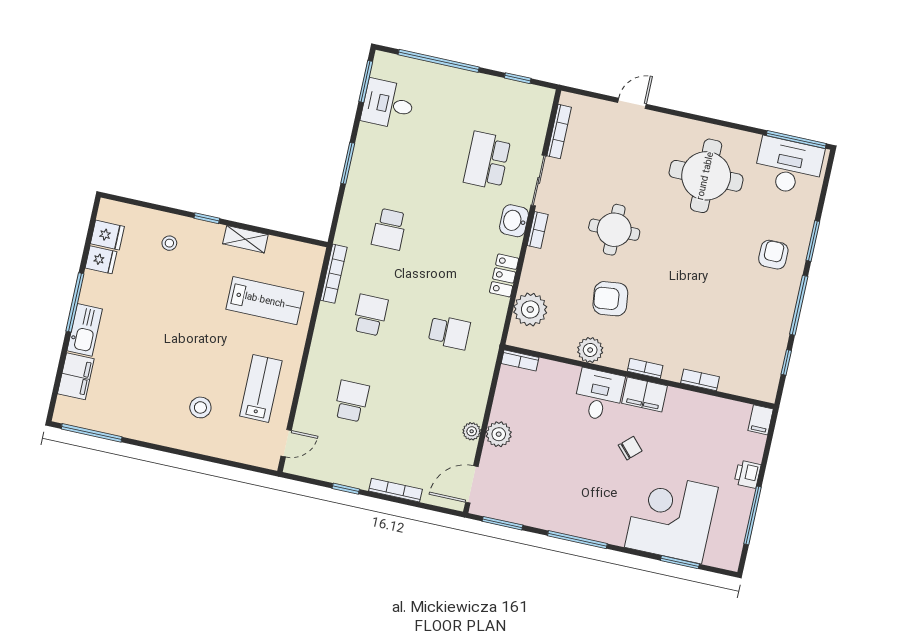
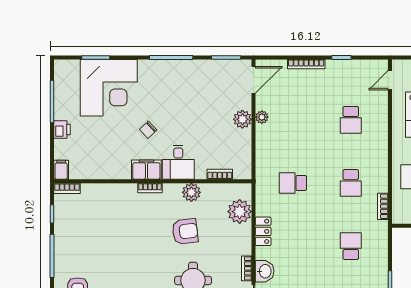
bookcase: (334, 274) -> (383, 206), width x0.64
bookcase: (520, 360) -> (220, 174), moved
bookcase: (700, 380) -> (67, 188), moved

